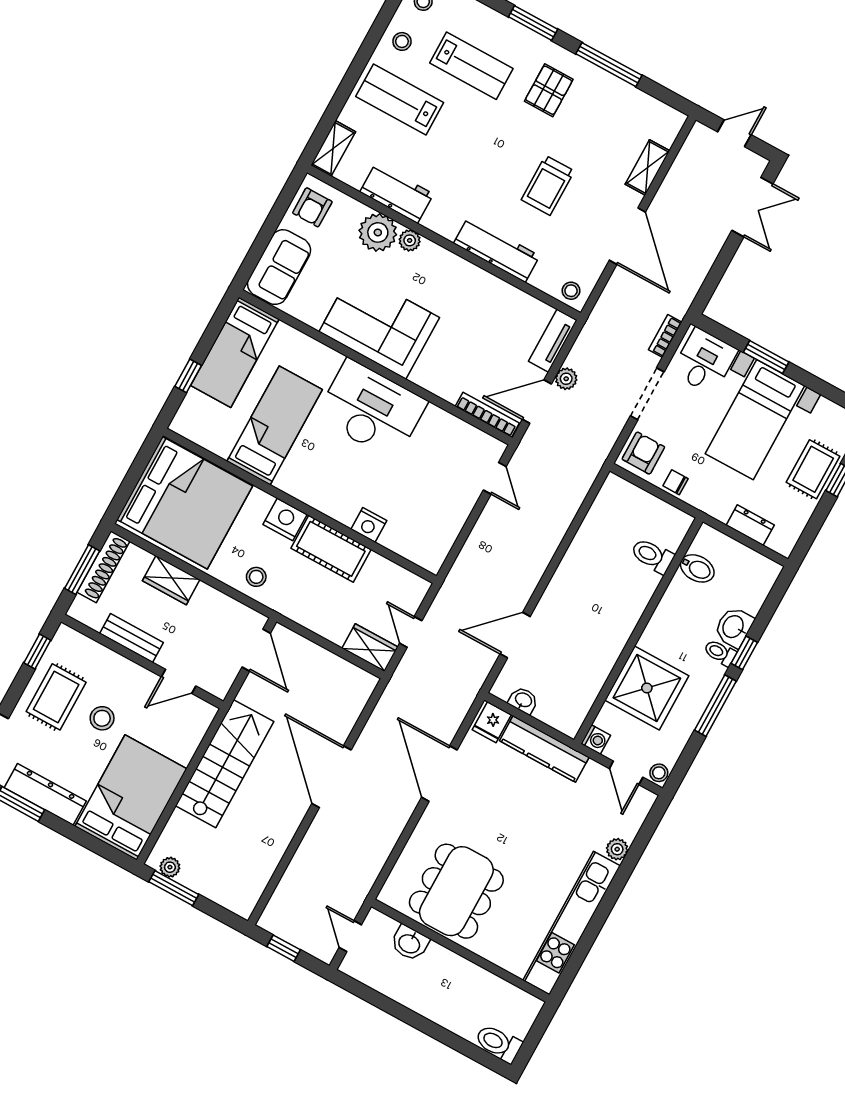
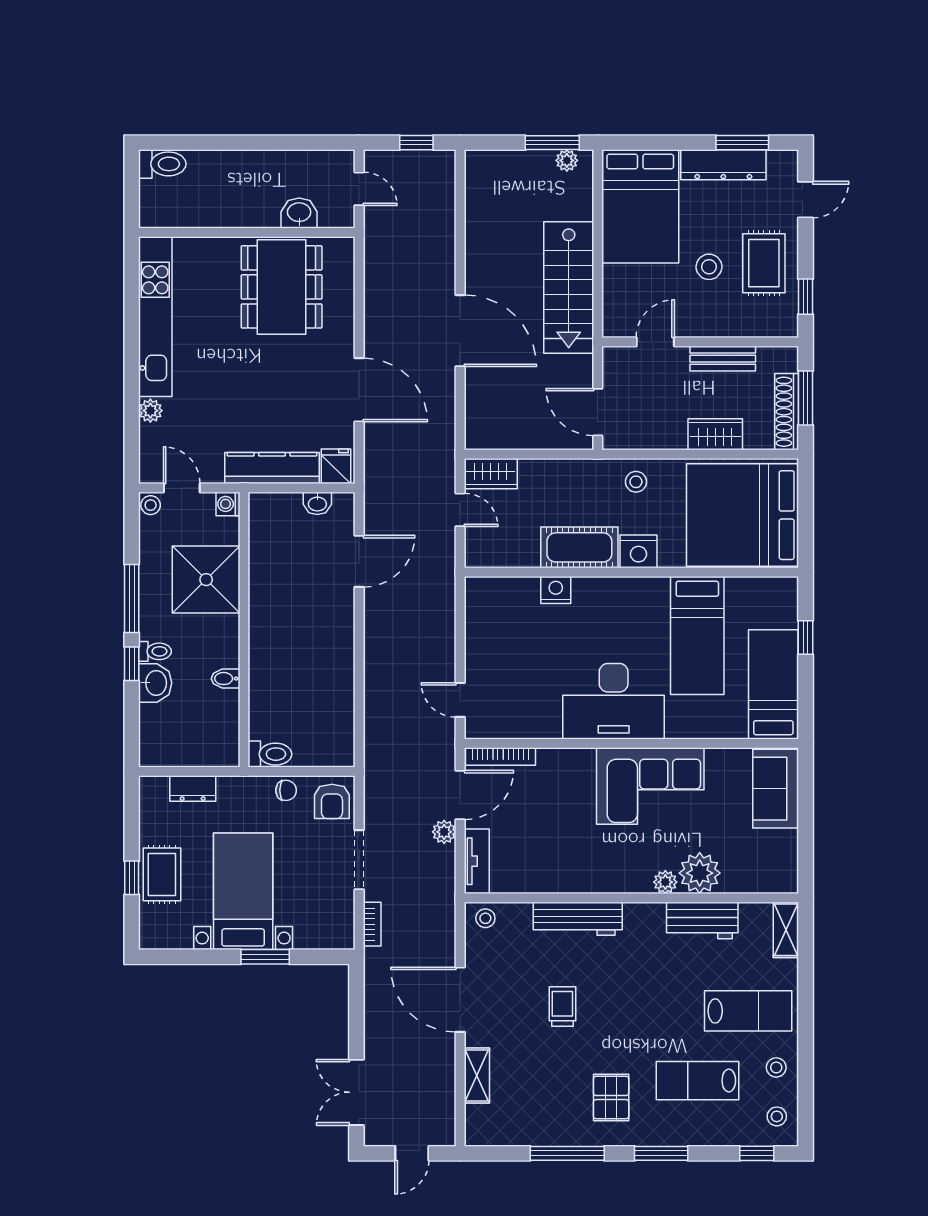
trolley: (548, 185) -> (562, 1006), width x0.73, depth x0.72
armchair: (312, 207) -> (775, 863), removed
desk: (704, 361) -> (322, 921), removed
toilet: (652, 556) -> (270, 754), moved
bidet: (697, 568) -> (226, 679), moved, width x0.72, depth x0.74

